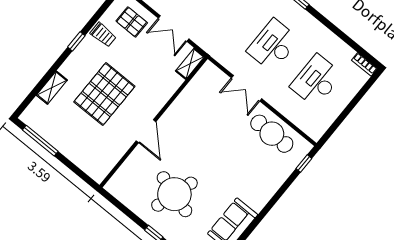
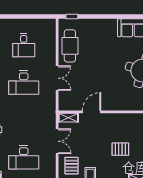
desk: (316, 81) -> (24, 45), width x0.73
pallet: (104, 94) -> (120, 149), width x0.49, depth x0.50
door: (146, 131) -> (92, 112), moved

